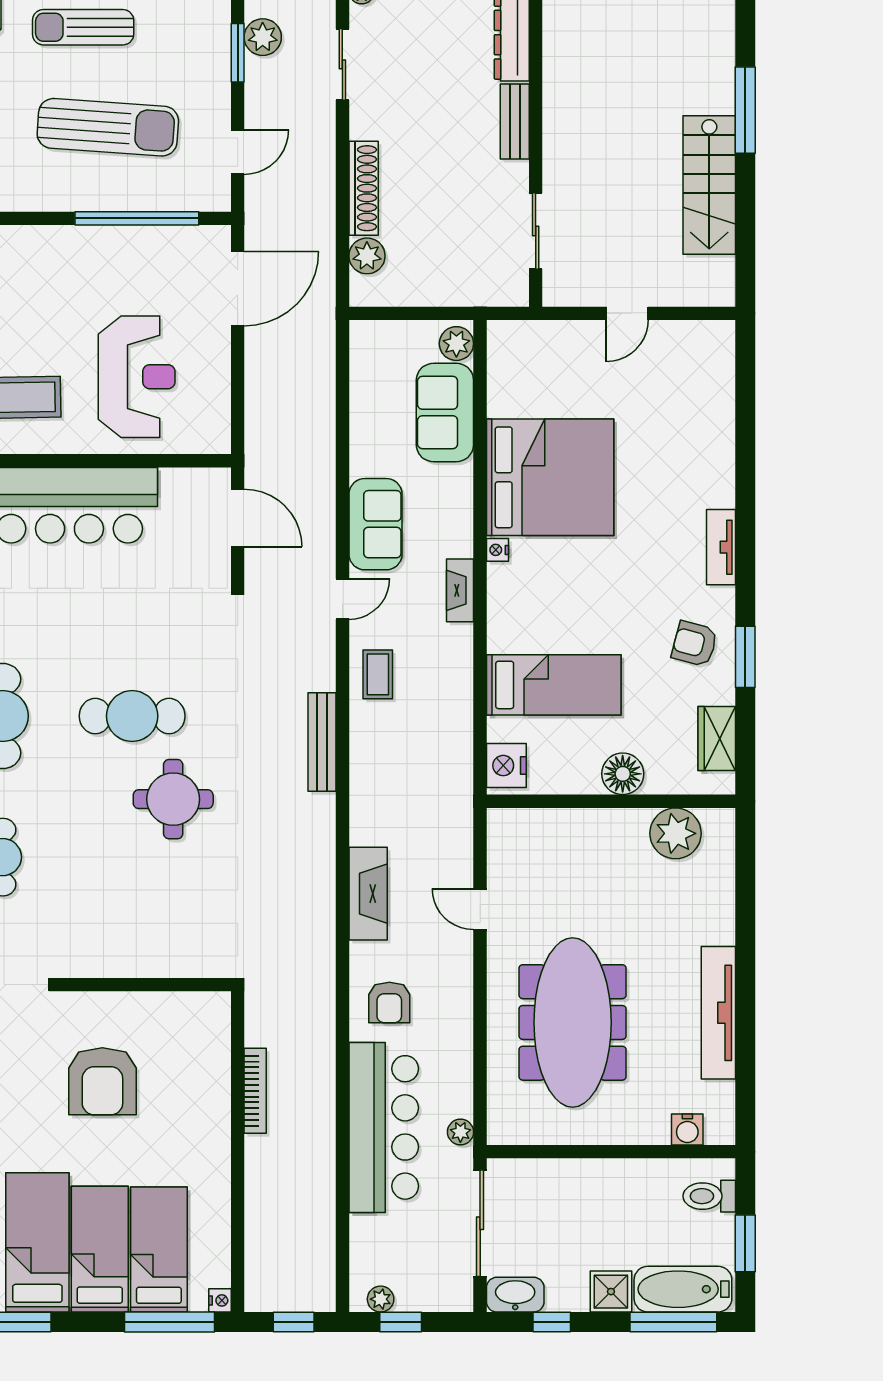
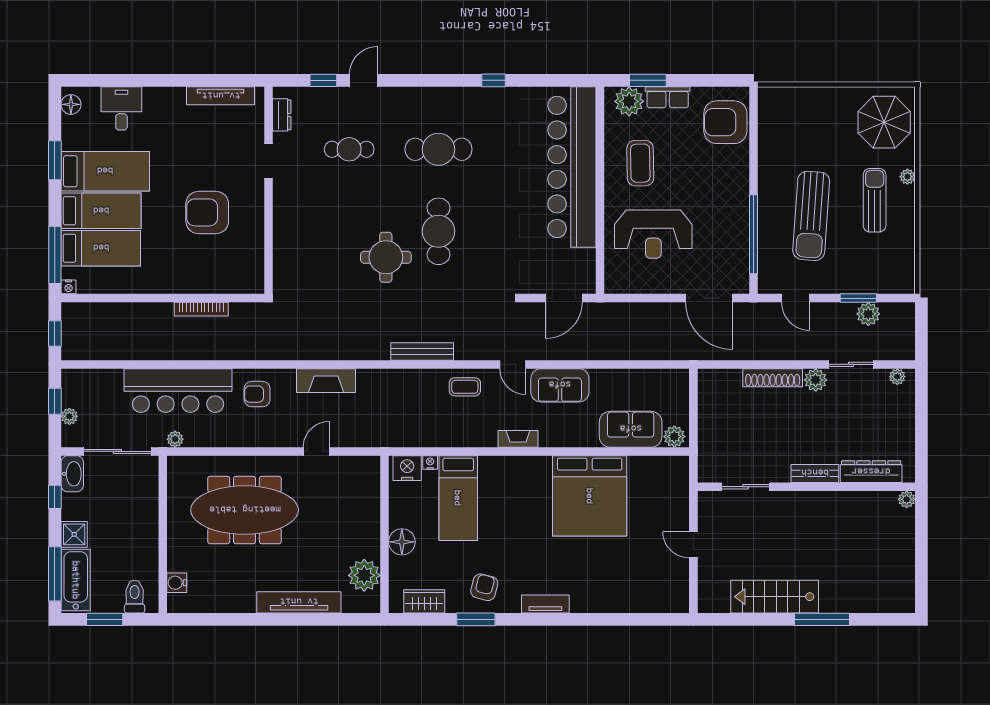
plant: (367, 256) -> (816, 380), moved
nightstand: (497, 550) -> (430, 463), moved
tv unit: (718, 1013) -> (299, 602), moved
plant: (381, 1299) -> (69, 416), moved

